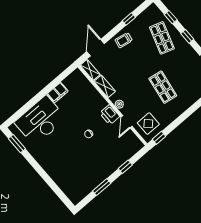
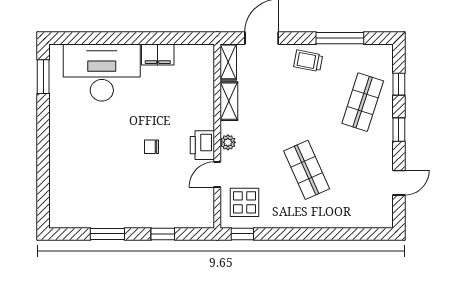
window: (129, 19) -> (340, 38), width x2.17
shop shelf: (163, 87) -> (307, 170), turned -33

